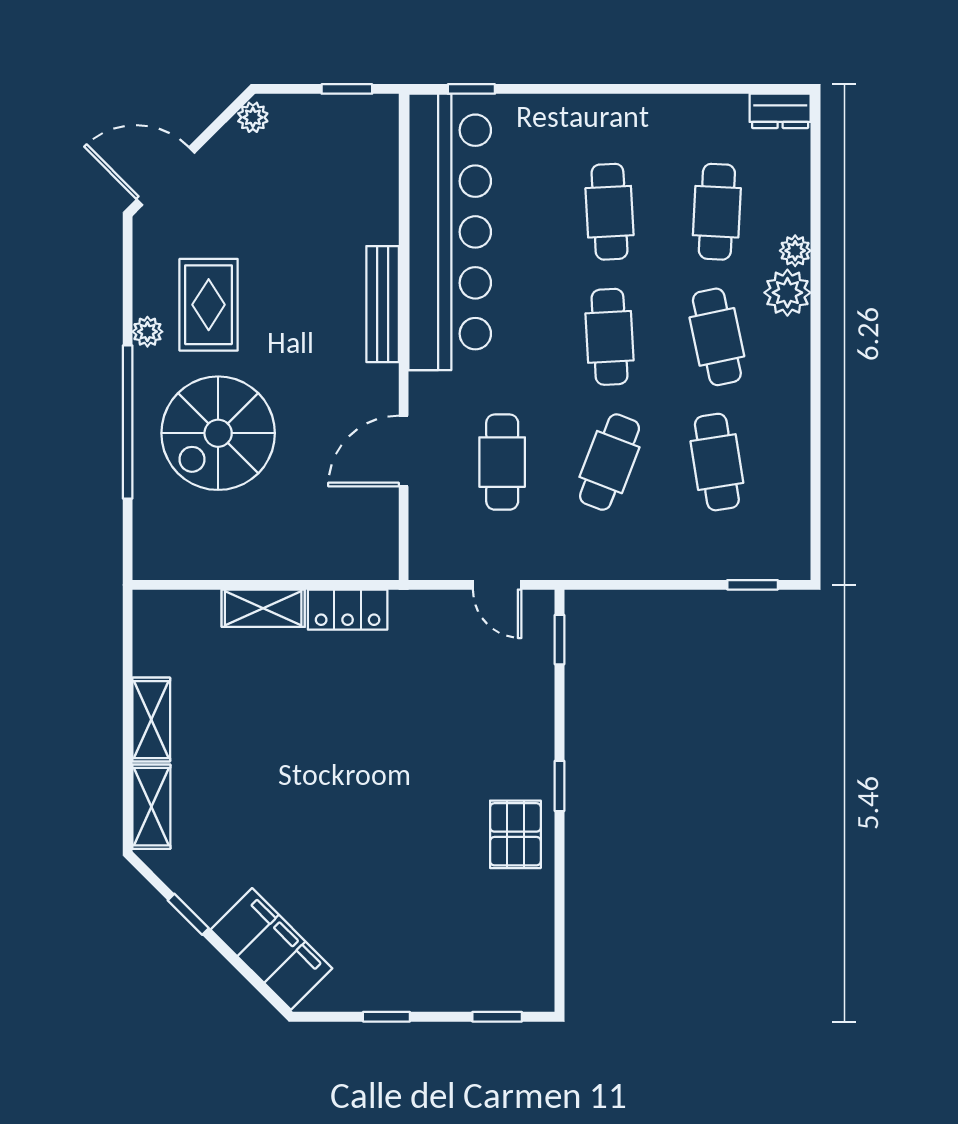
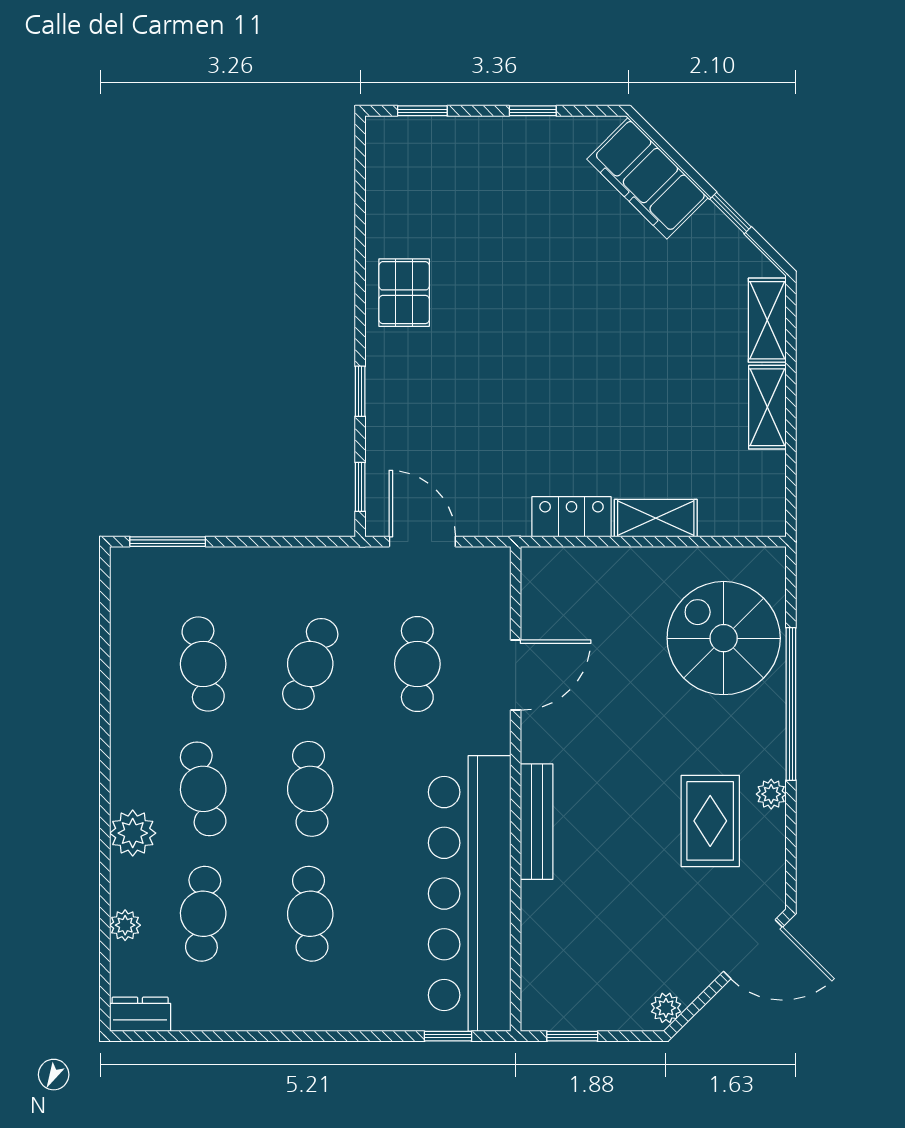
plant: (795, 251) -> (125, 925), moved
spiral stairs: (218, 433) -> (724, 638), moved, turned -90
door: (497, 585) -> (422, 542), width x1.38
window: (753, 585) -> (168, 542), width x1.50
window: (560, 786) -> (360, 391), moved

